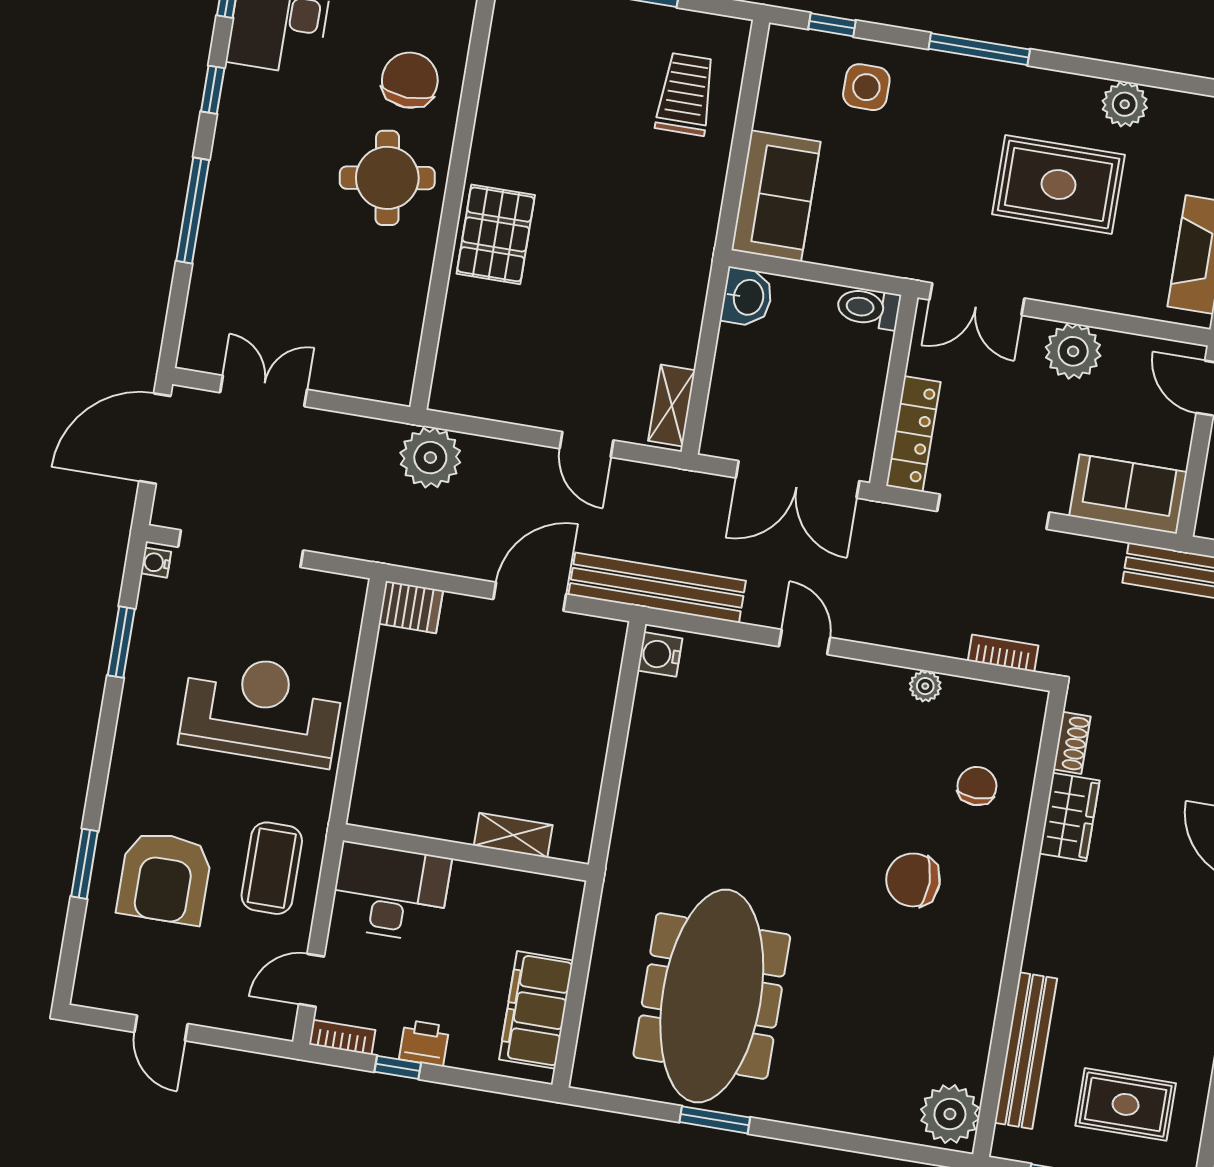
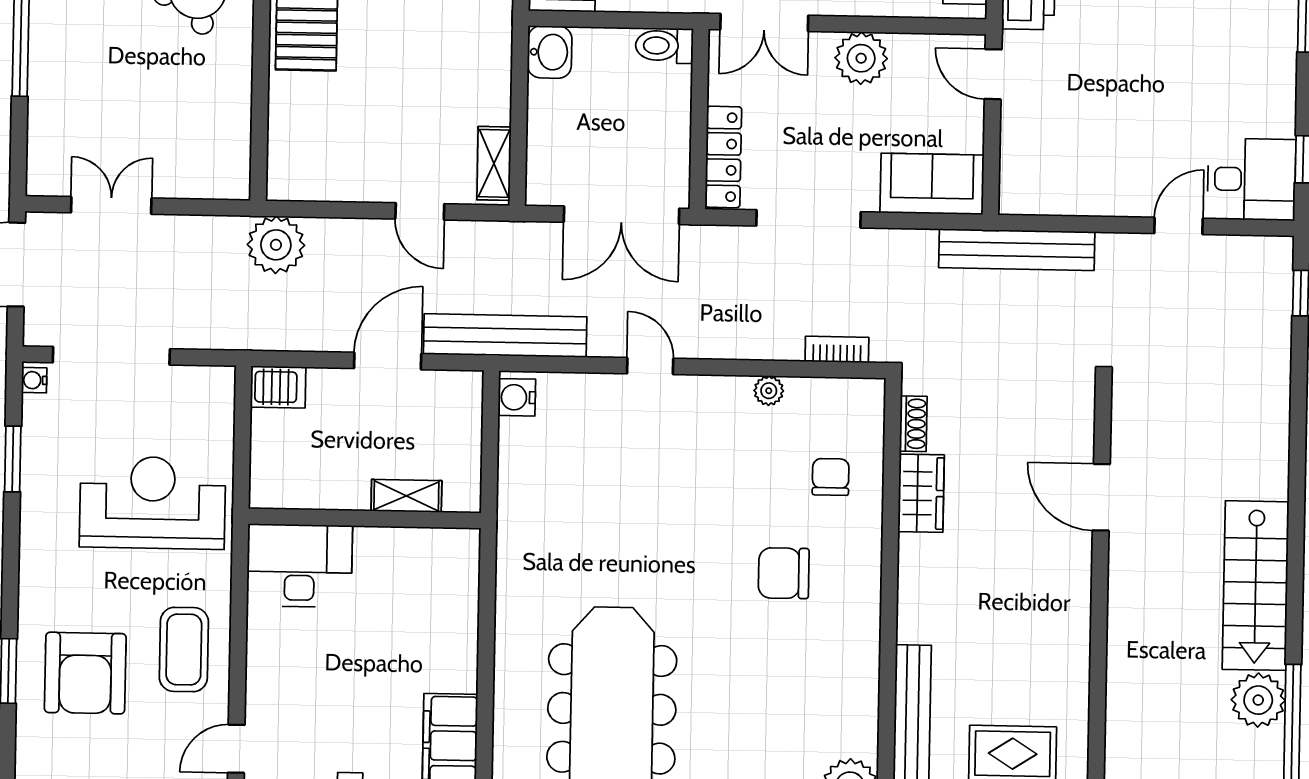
shelving: (513, 835) -> (406, 496), moved
wall: (466, 852) -> (365, 518), moved
desk: (390, 892) -> (300, 566), moved

